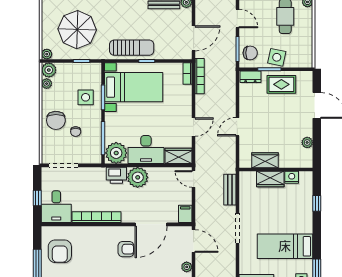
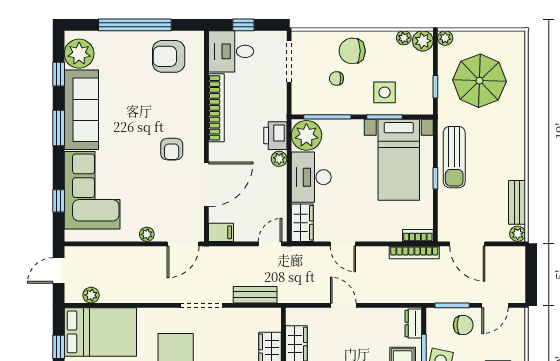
chair: (250, 53) -> (463, 325), moved, turned -90
plant: (138, 177) -> (279, 159), width x0.53, depth x0.53
door: (151, 224) -> (206, 184), swing flipped

